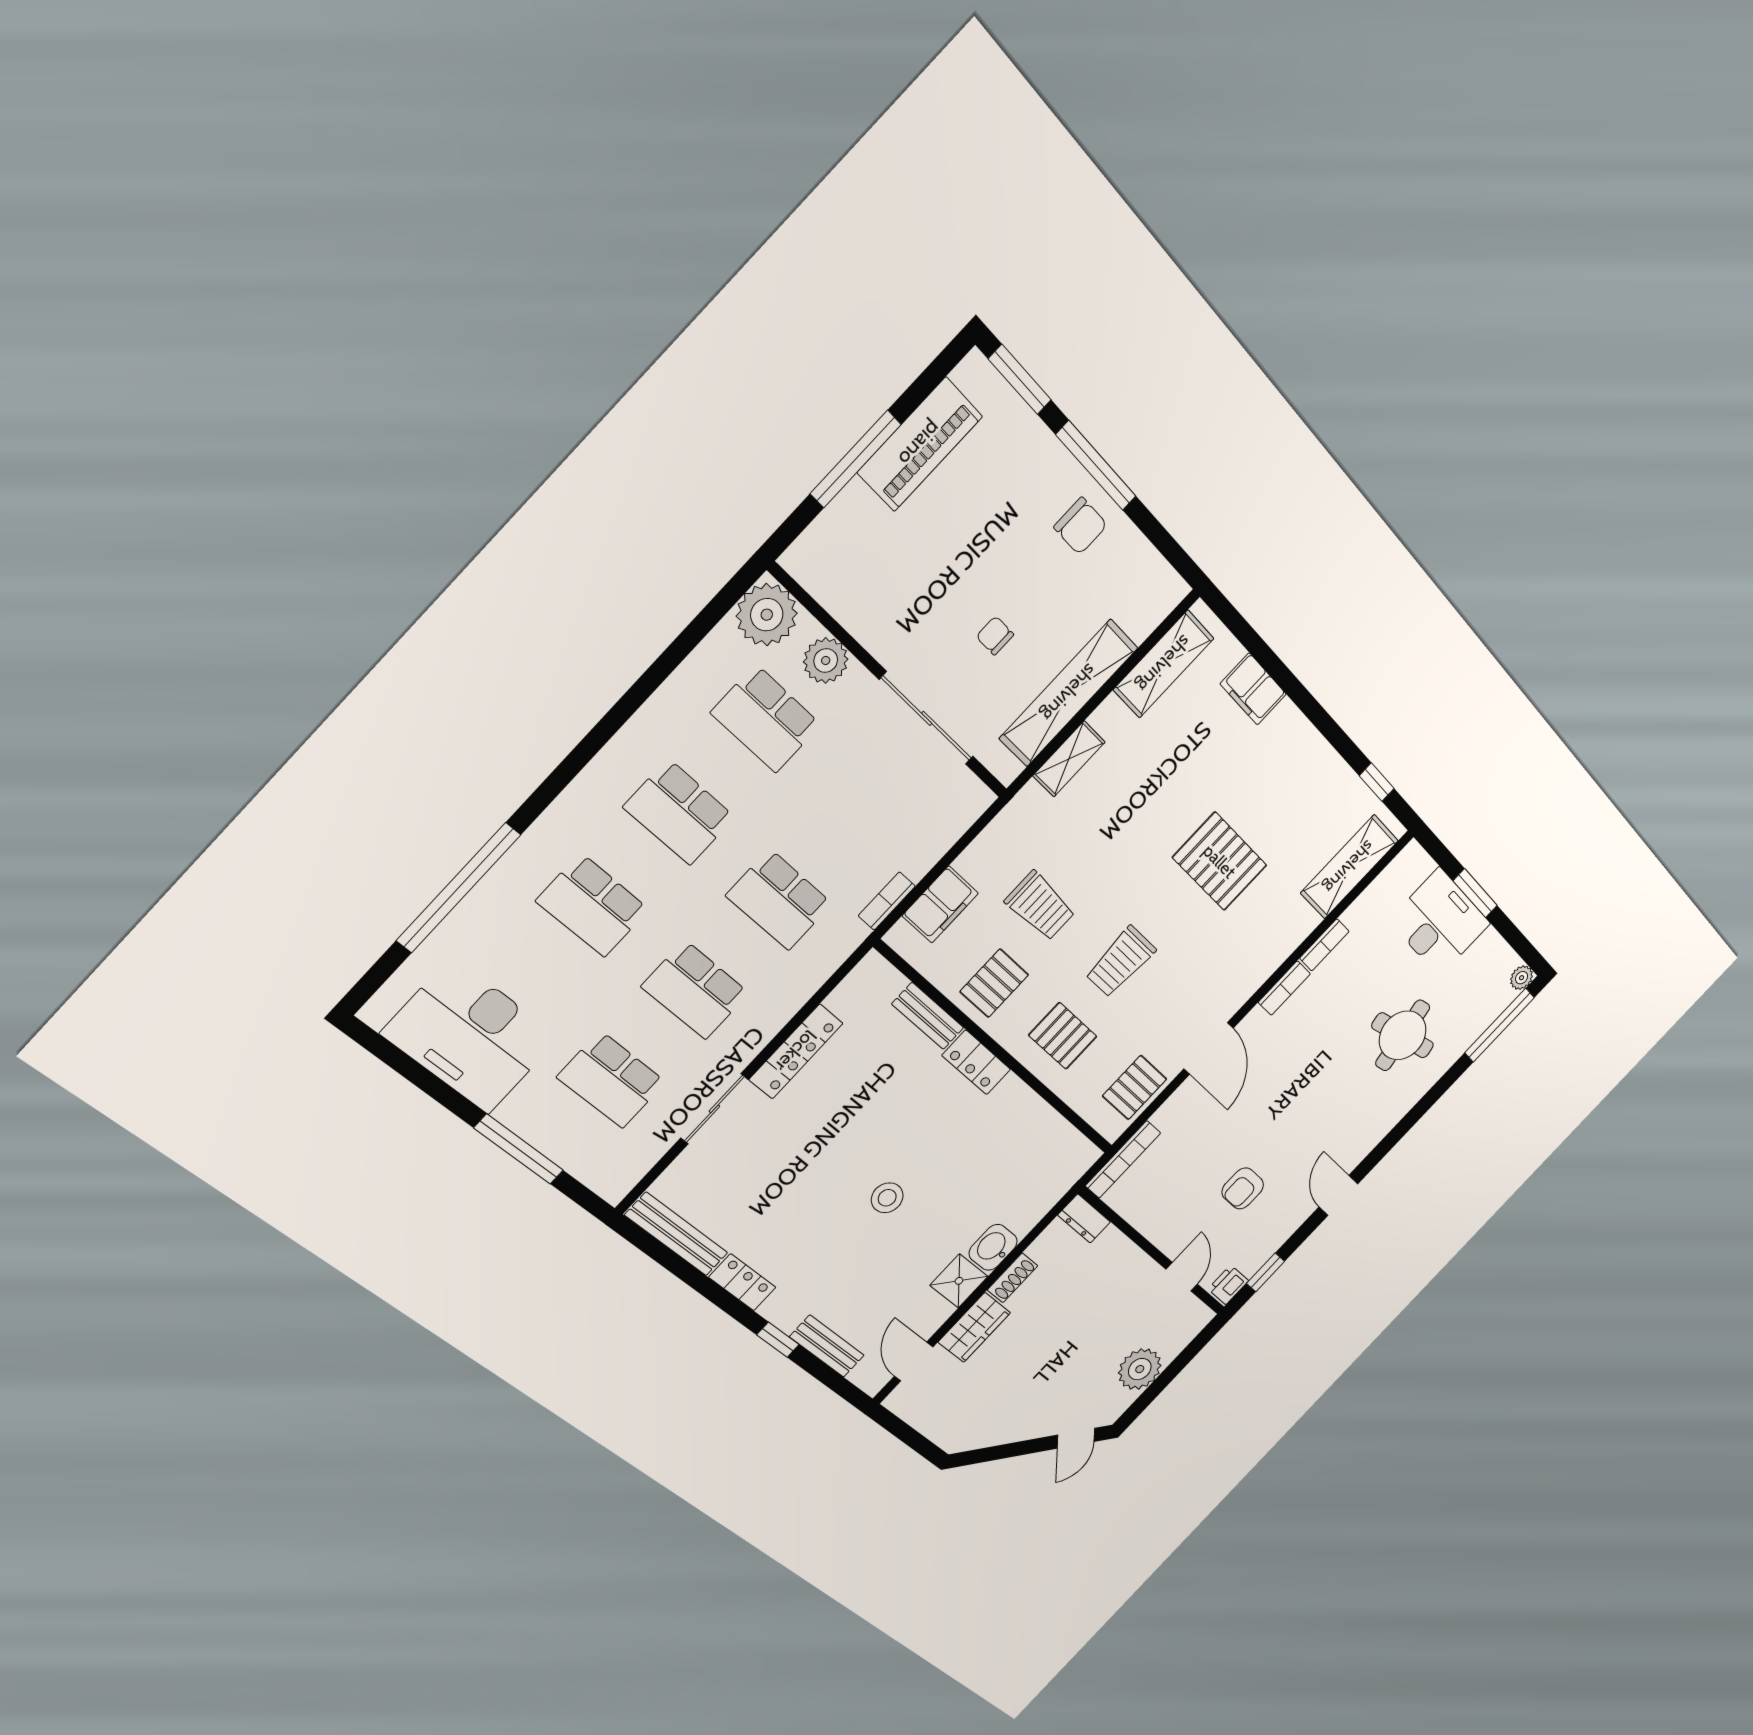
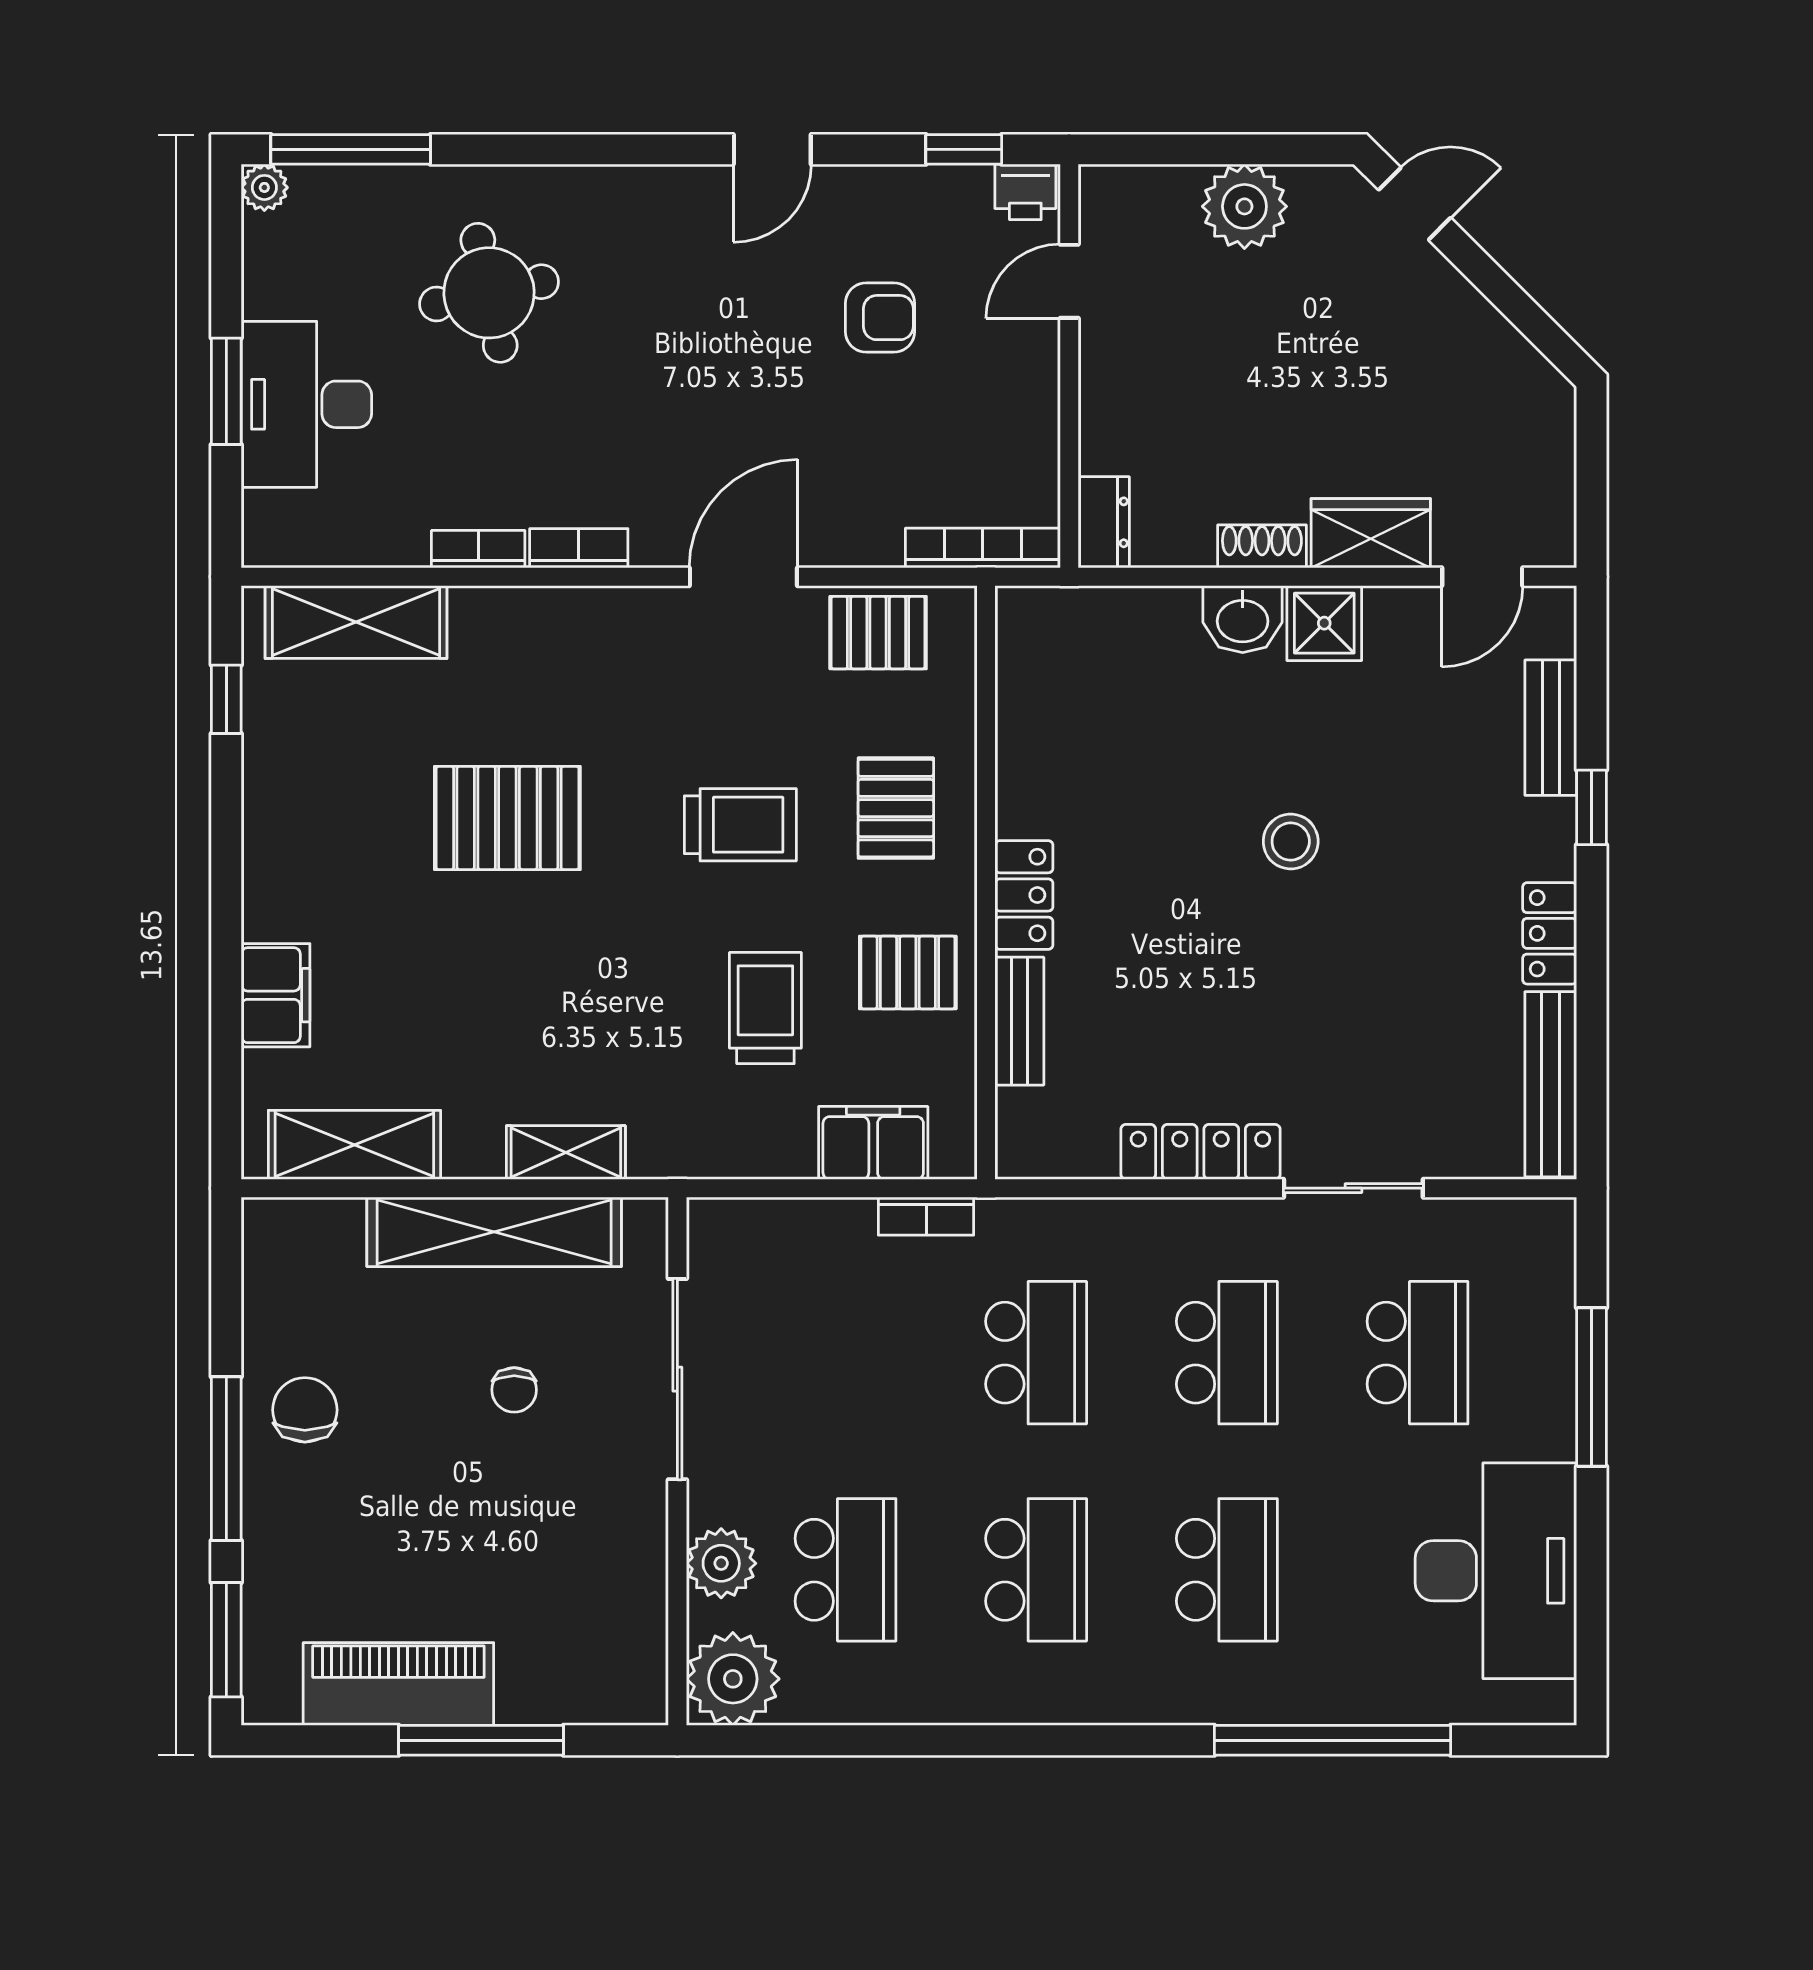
pallet: (1220, 861) -> (507, 818), turned 90

